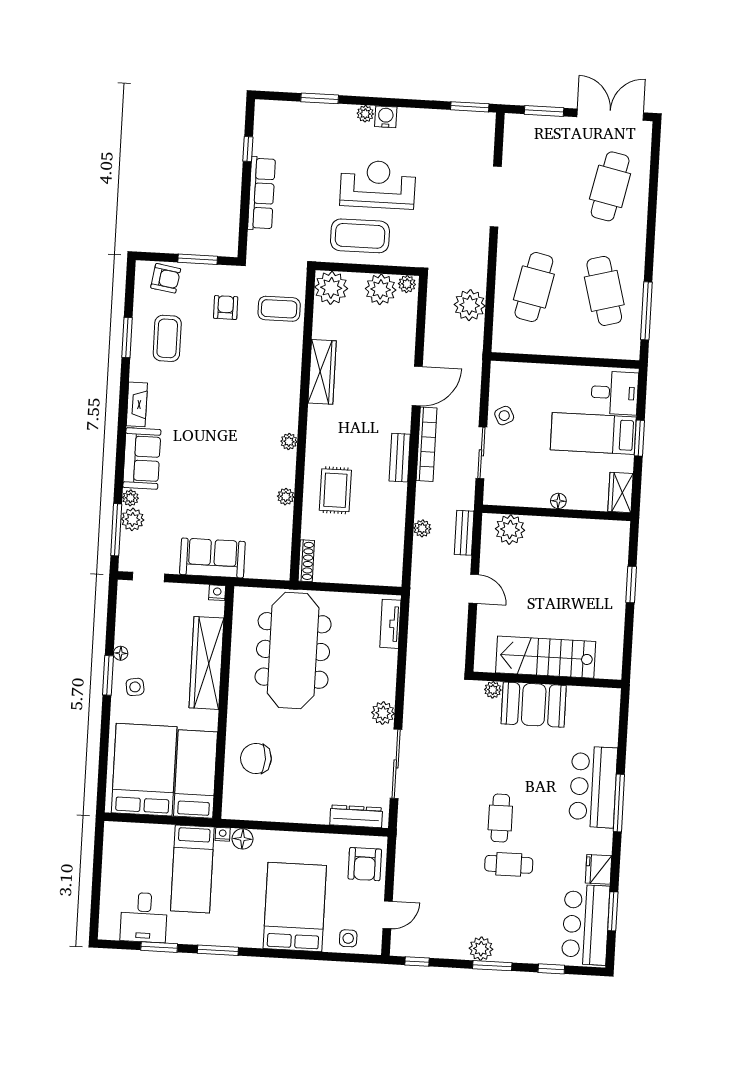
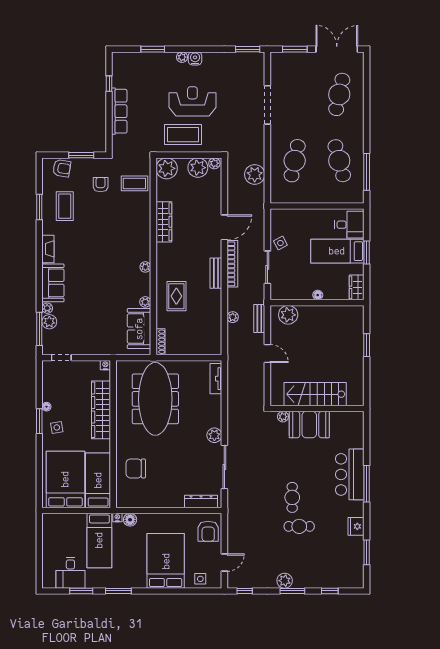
sofa: (212, 558) -> (139, 329), moved, turned -90
bar counter: (586, 925) -> (350, 562), removed

